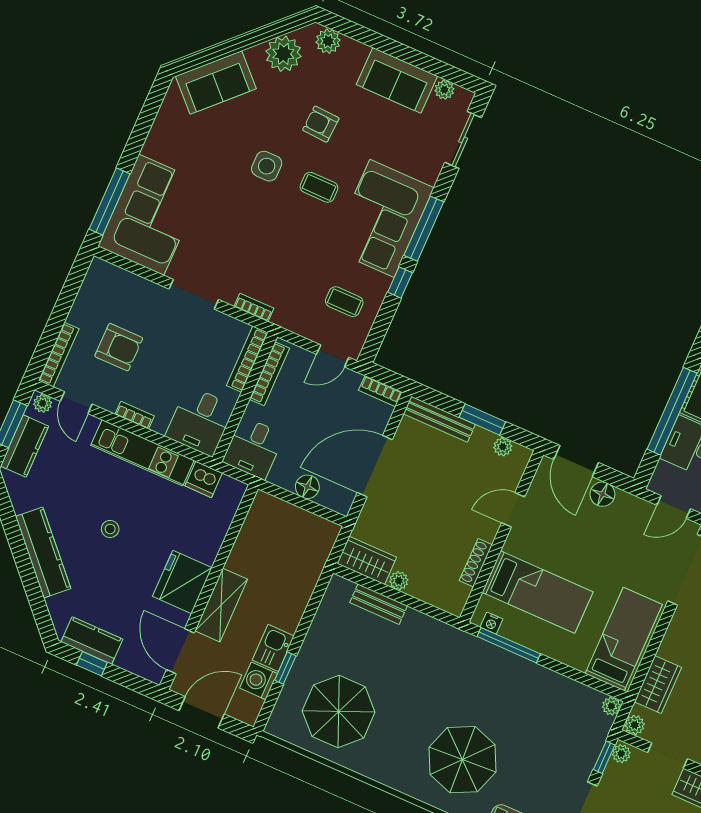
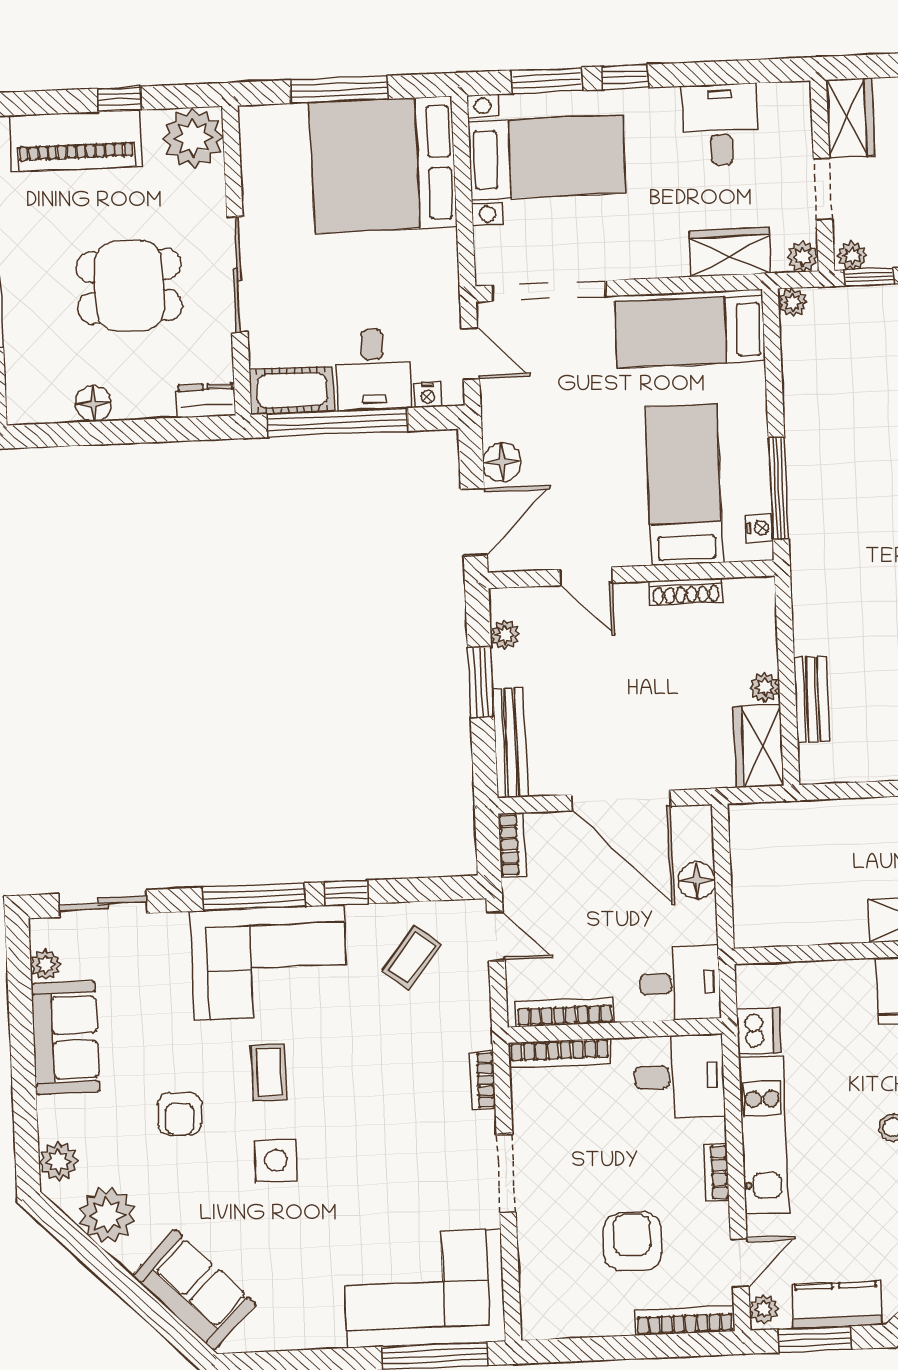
coffee table: (344, 302) -> (412, 958), turned 38
nightstand: (662, 471) -> (428, 395), added

